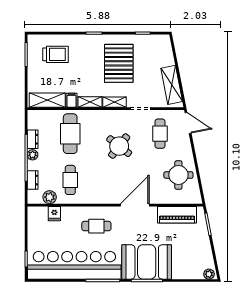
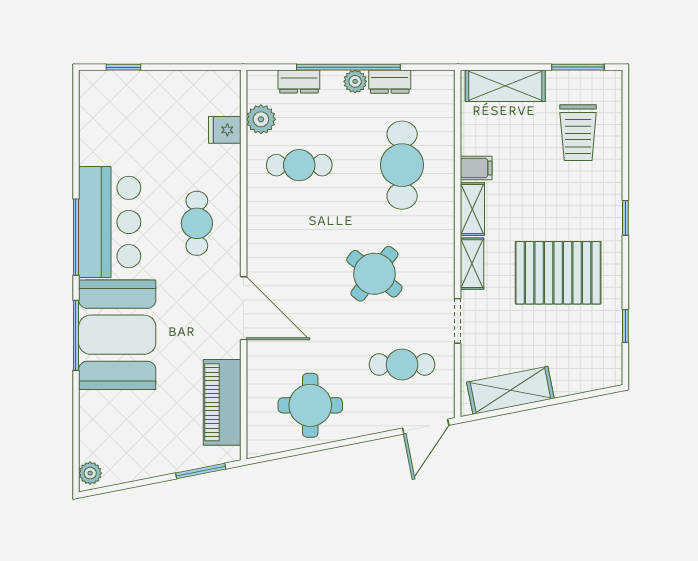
shelving: (47, 100) -> (505, 86), moved, turned 90
cafe table: (70, 134) -> (402, 165), turned 90
bar counter: (74, 265) -> (110, 222), width x0.54

